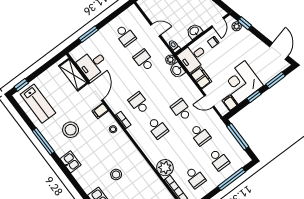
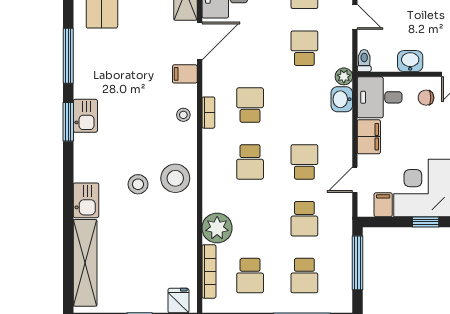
door: (209, 101) -> (355, 180), hinge flipped
stool: (71, 130) -> (175, 178), moved
window: (65, 170) -> (68, 122), added

